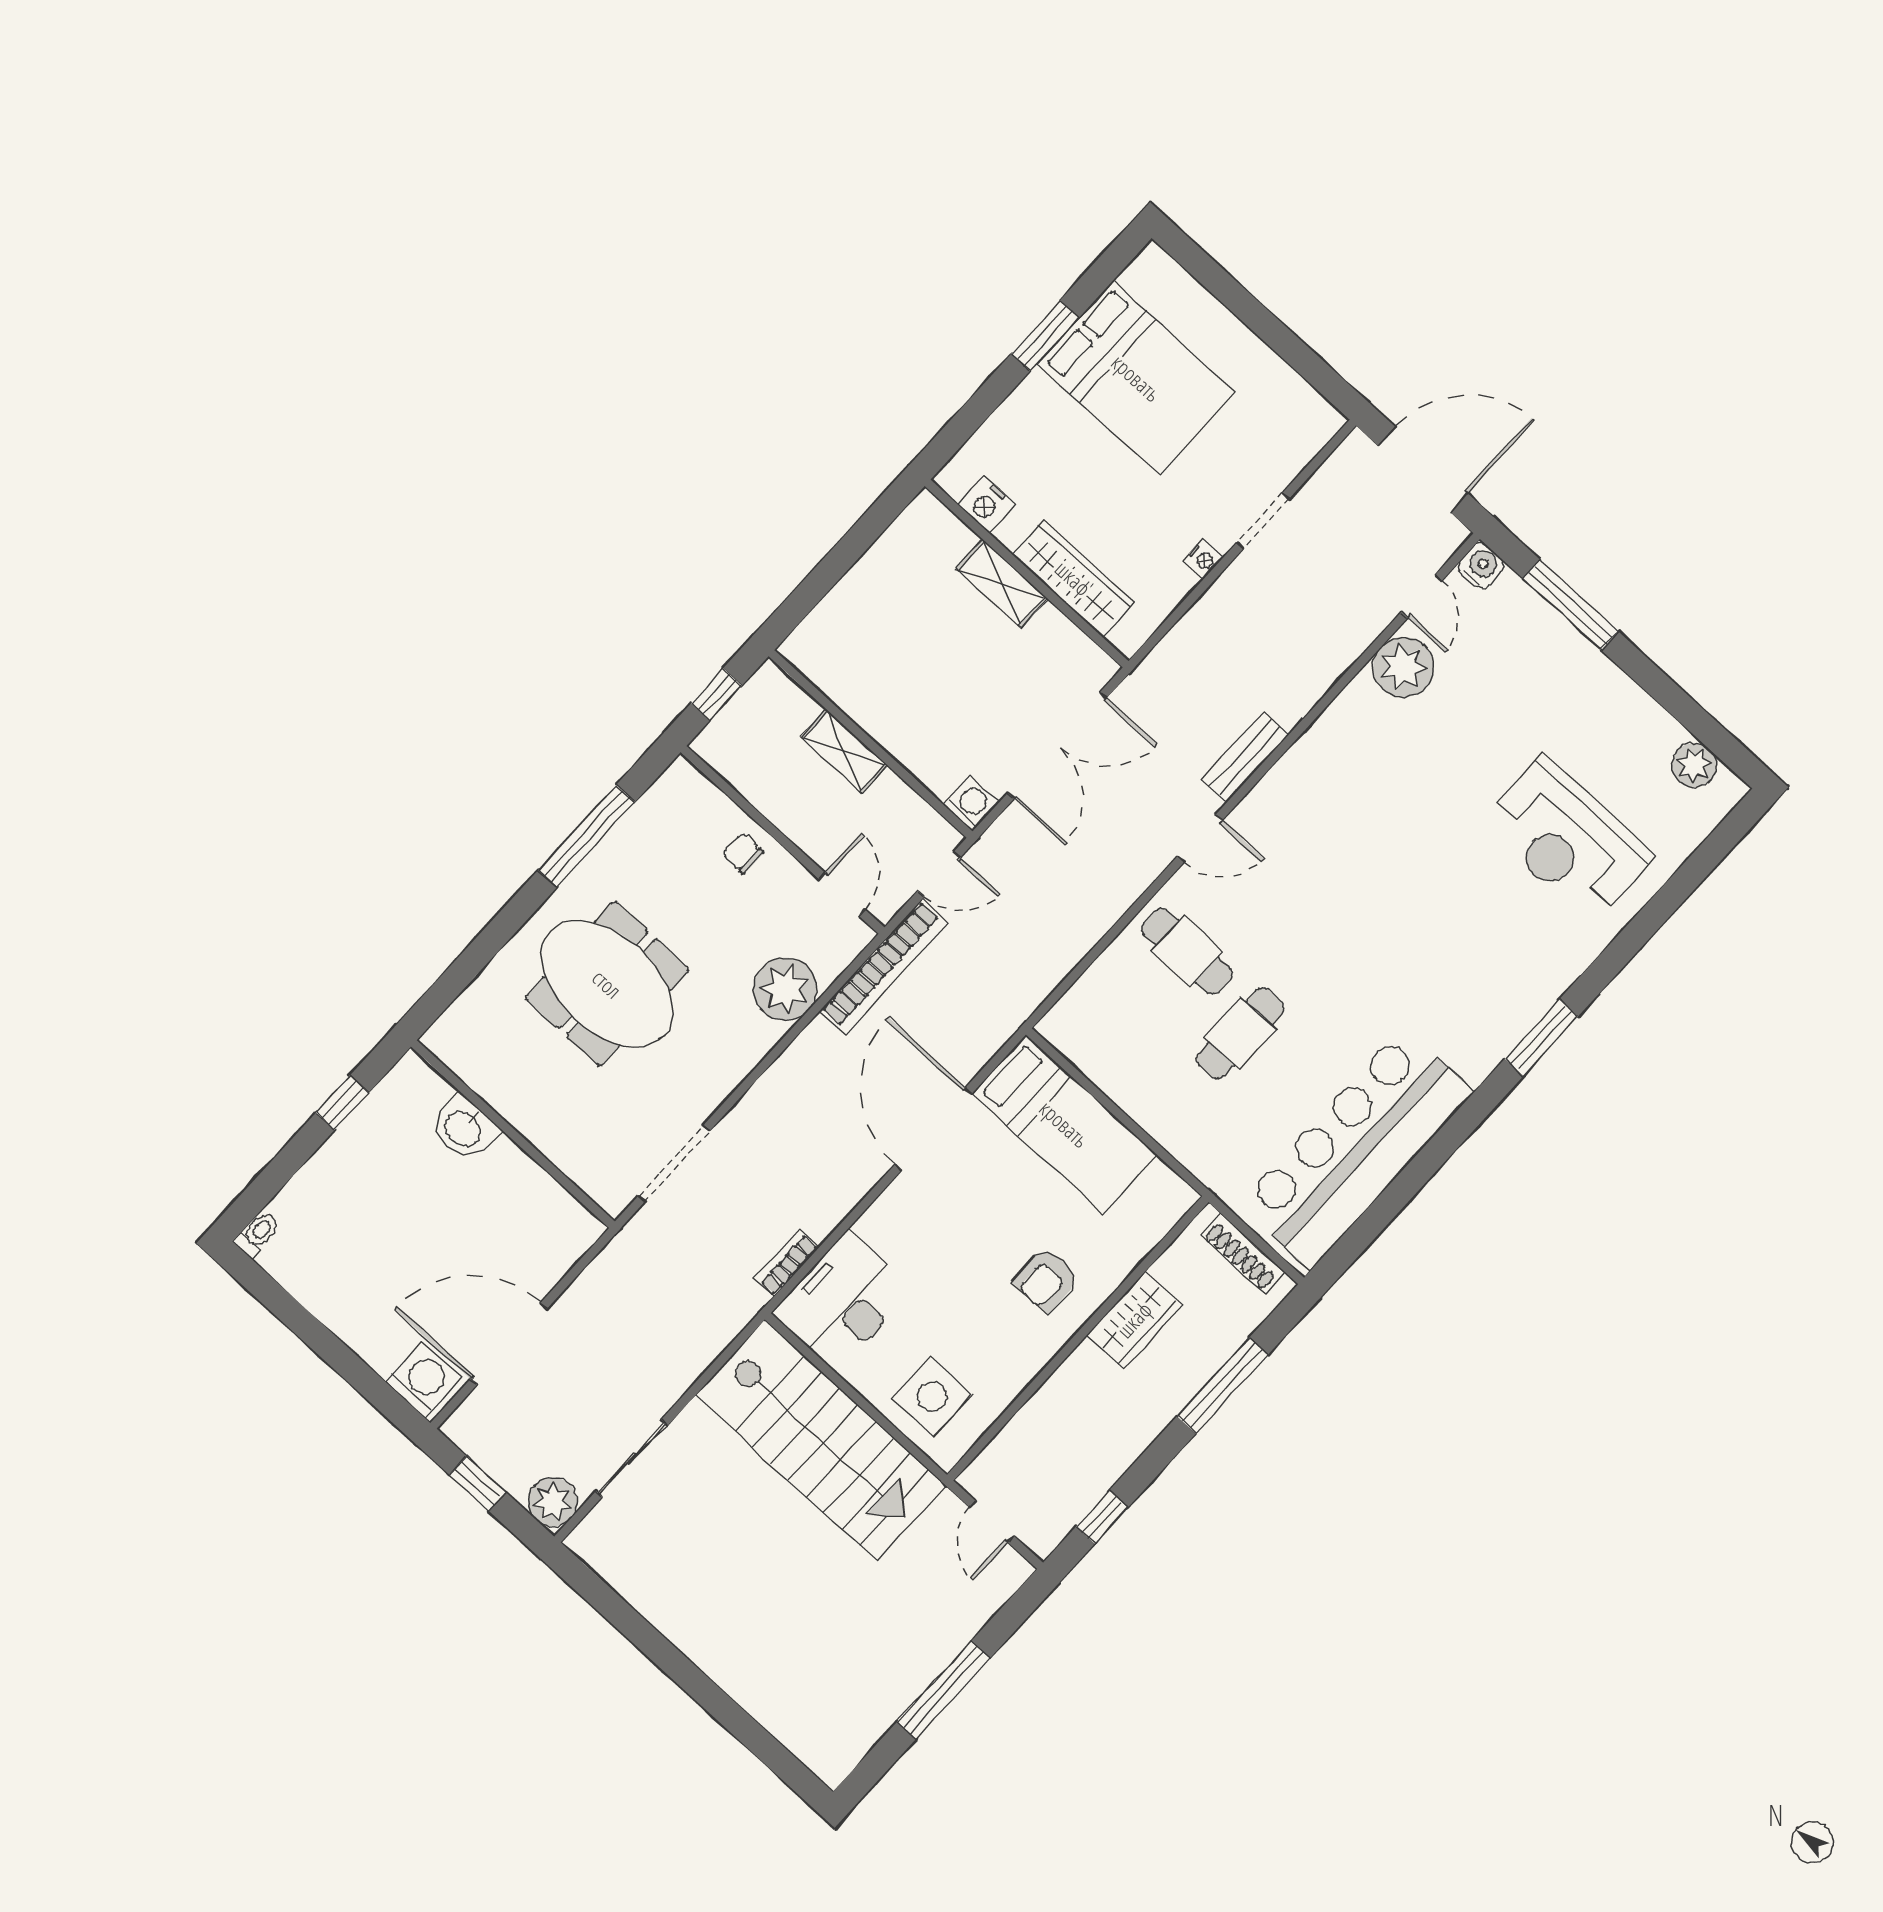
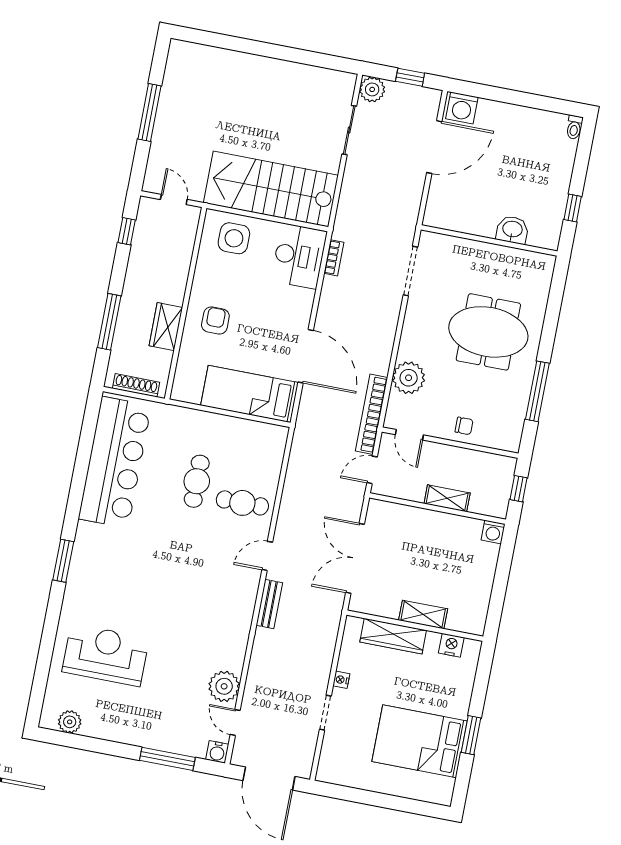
door: (1423, 469) -> (269, 779), hinge flipped
washing machine: (971, 803) -> (493, 532), moved

